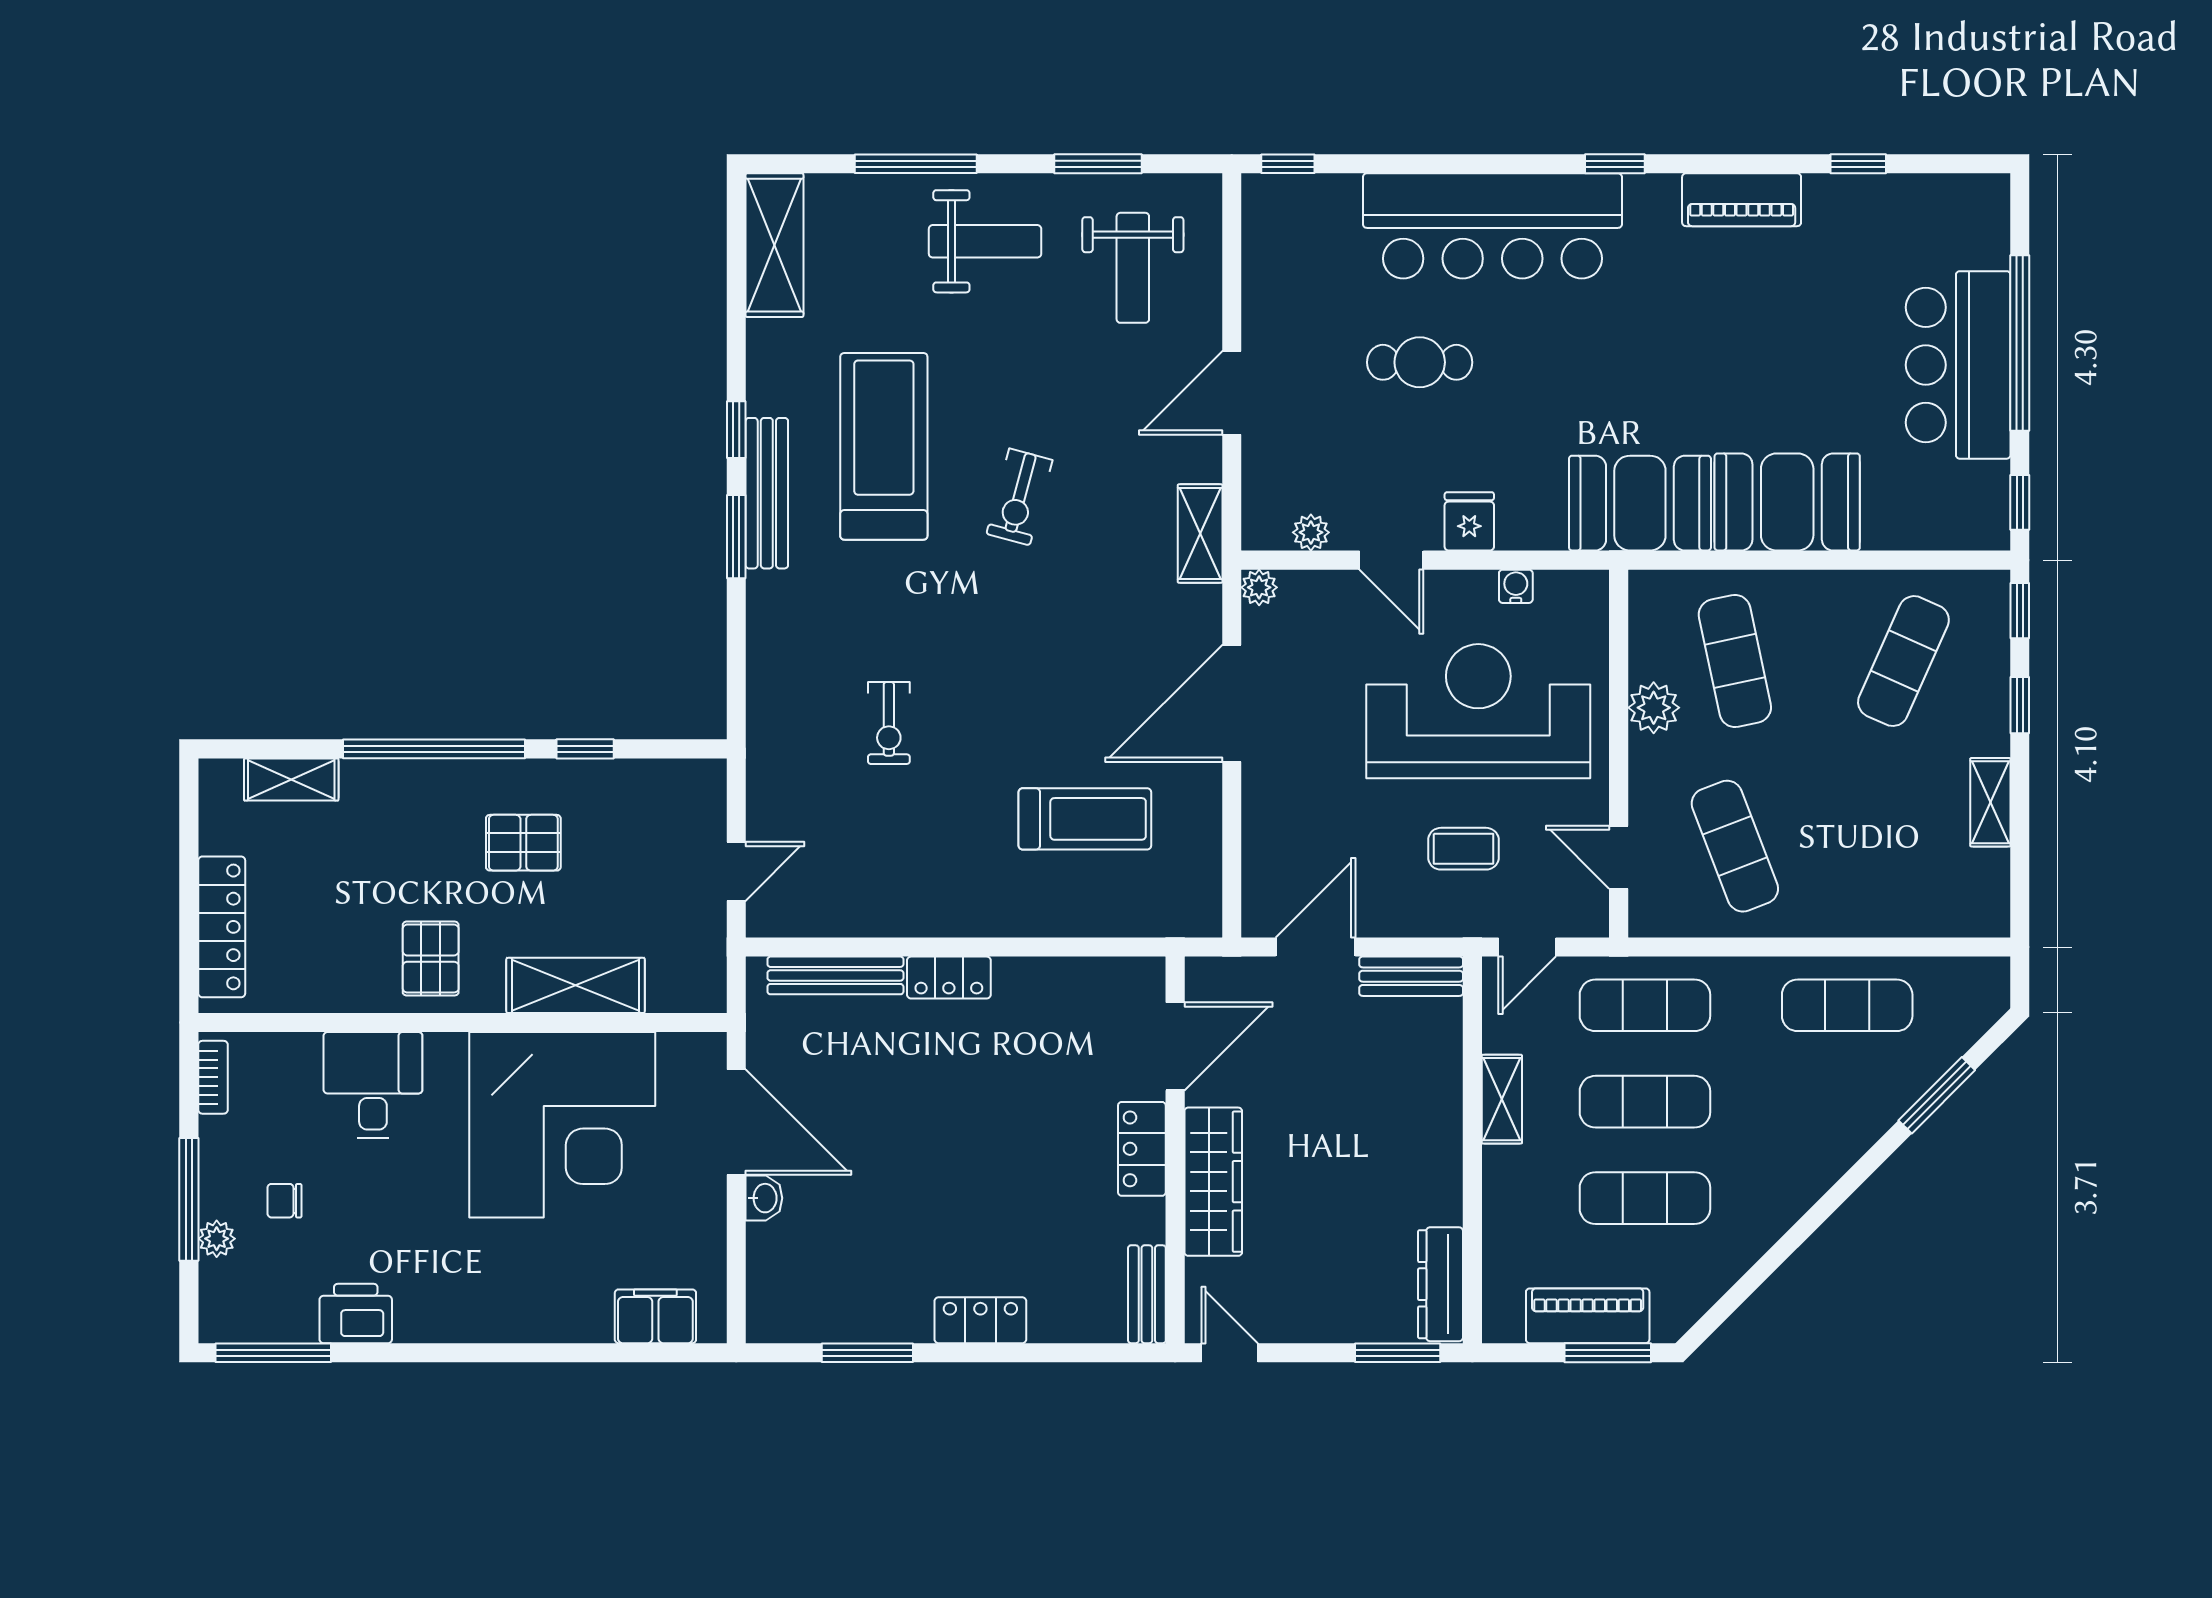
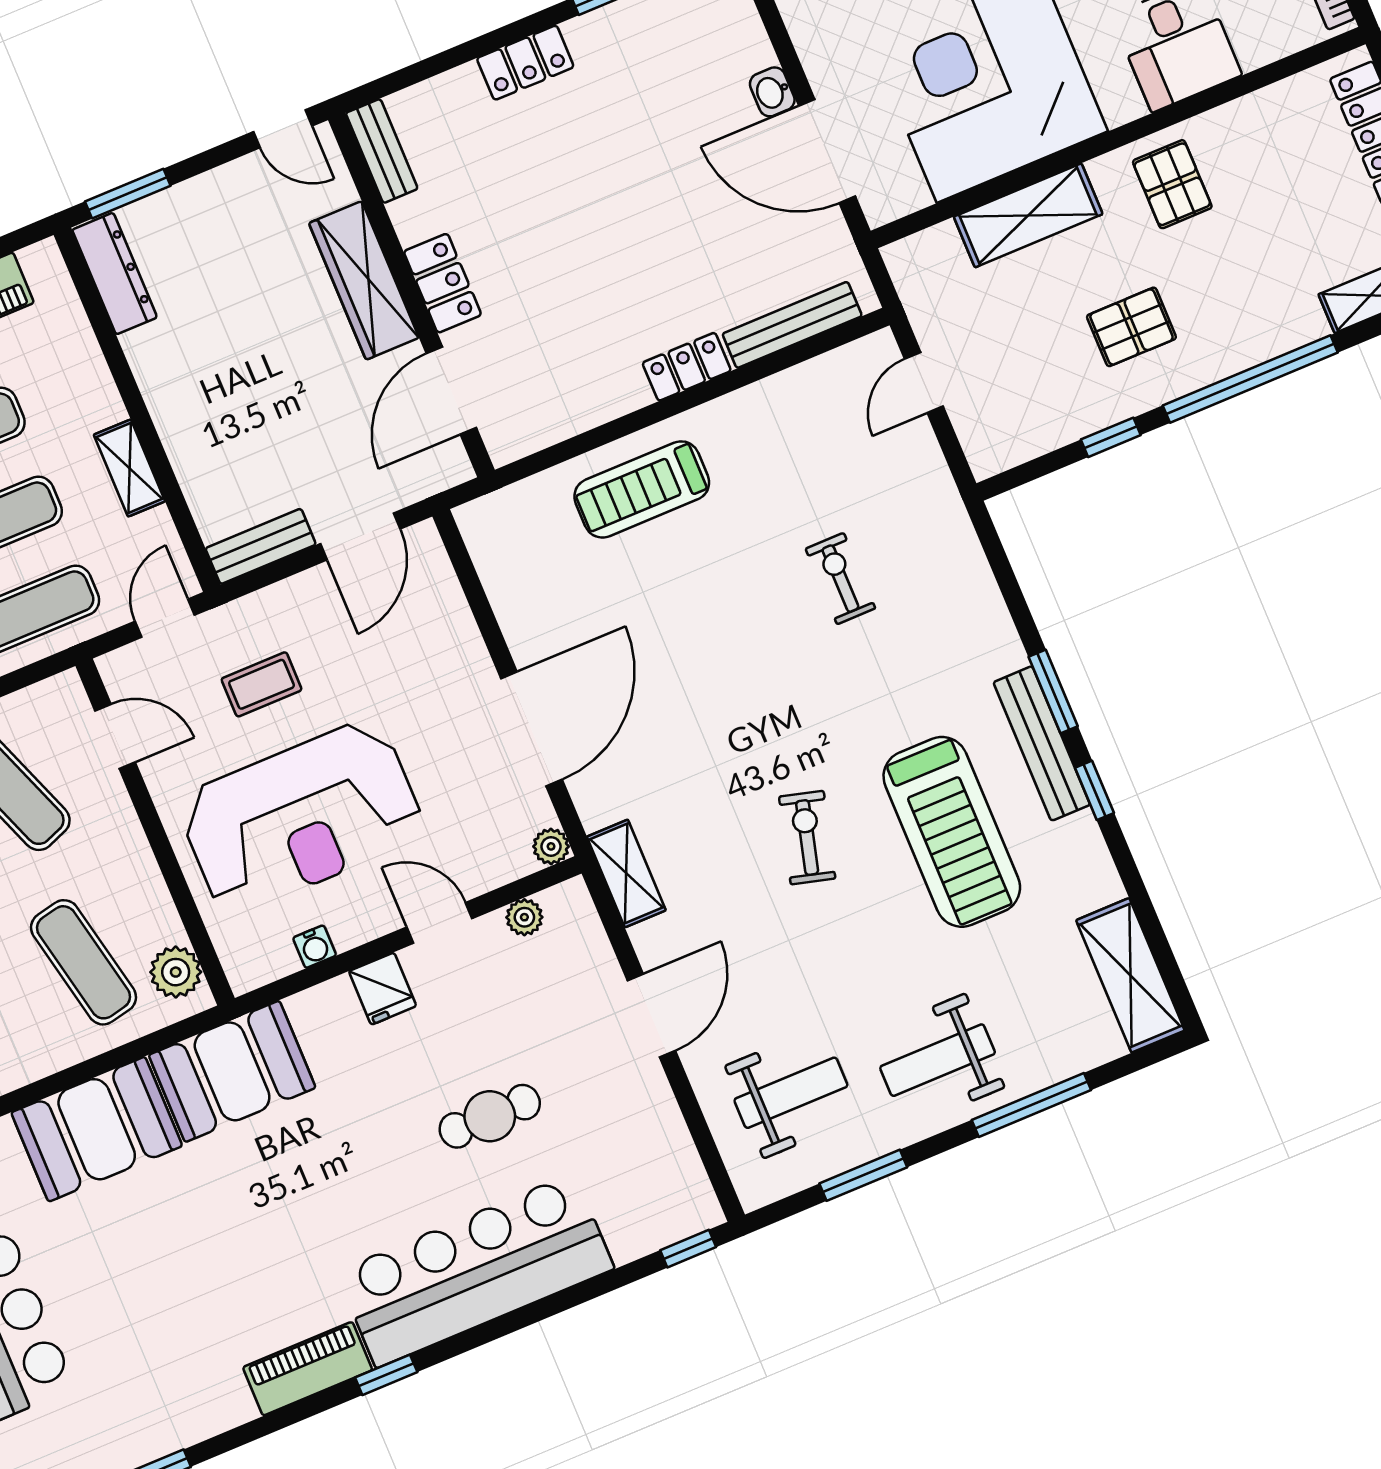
piano: (1742, 200) -> (308, 1369), moved
weight bench: (1133, 268) -> (791, 1093), turned 90
plant: (1654, 708) -> (176, 972), moved
treadmill: (1085, 819) -> (642, 489), moved

